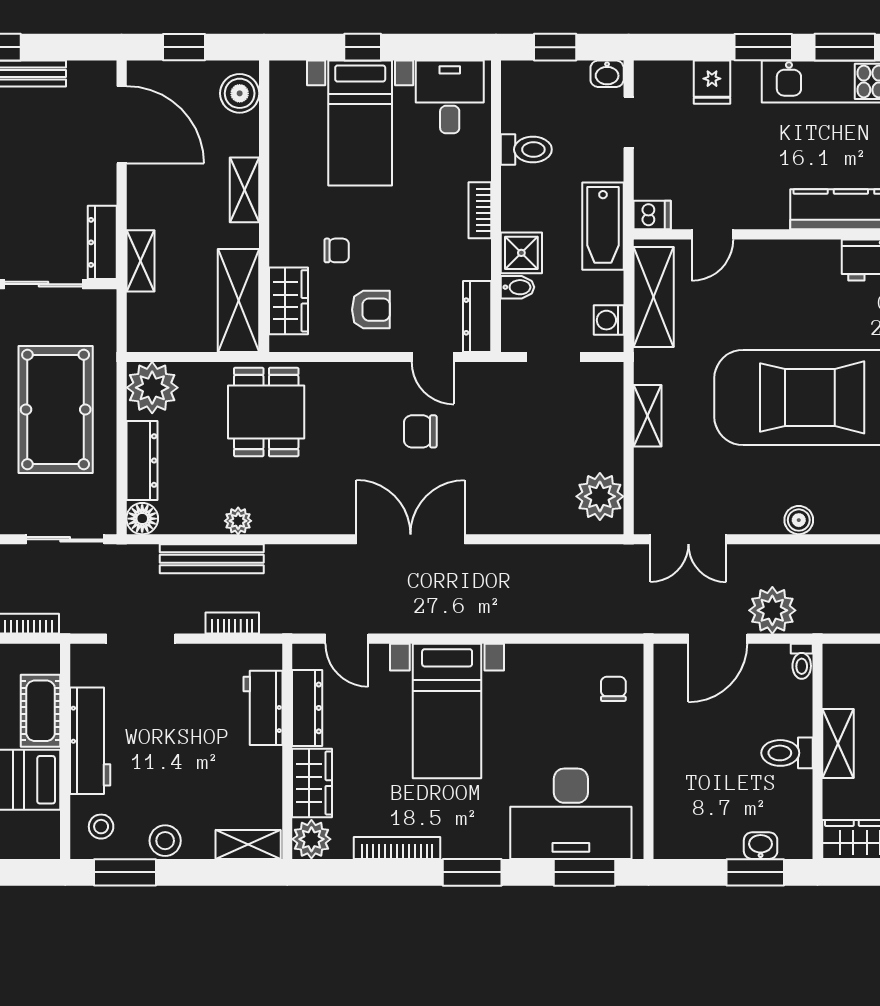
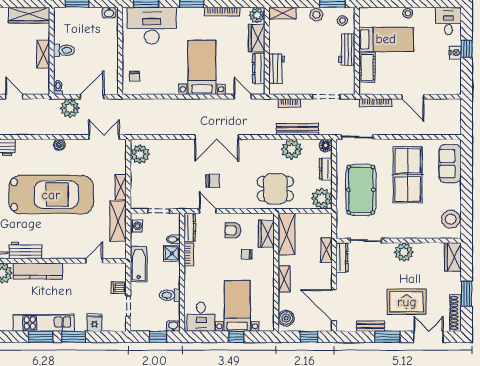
washbasin: (607, 74) -> (173, 326), moved
bookcase: (480, 210) -> (189, 254), moved
dishwasher: (652, 215) -> (119, 288), moved
shelving: (654, 297) -> (118, 221), moved
dining table: (266, 412) -> (275, 189), turned 90
dresser: (142, 461) -> (326, 169), width x0.70
plant: (238, 521) -> (292, 149), width x1.87, depth x1.87
workbench: (90, 741) -> (347, 49), width x0.73
washbasin: (761, 846) -> (109, 13), moved

